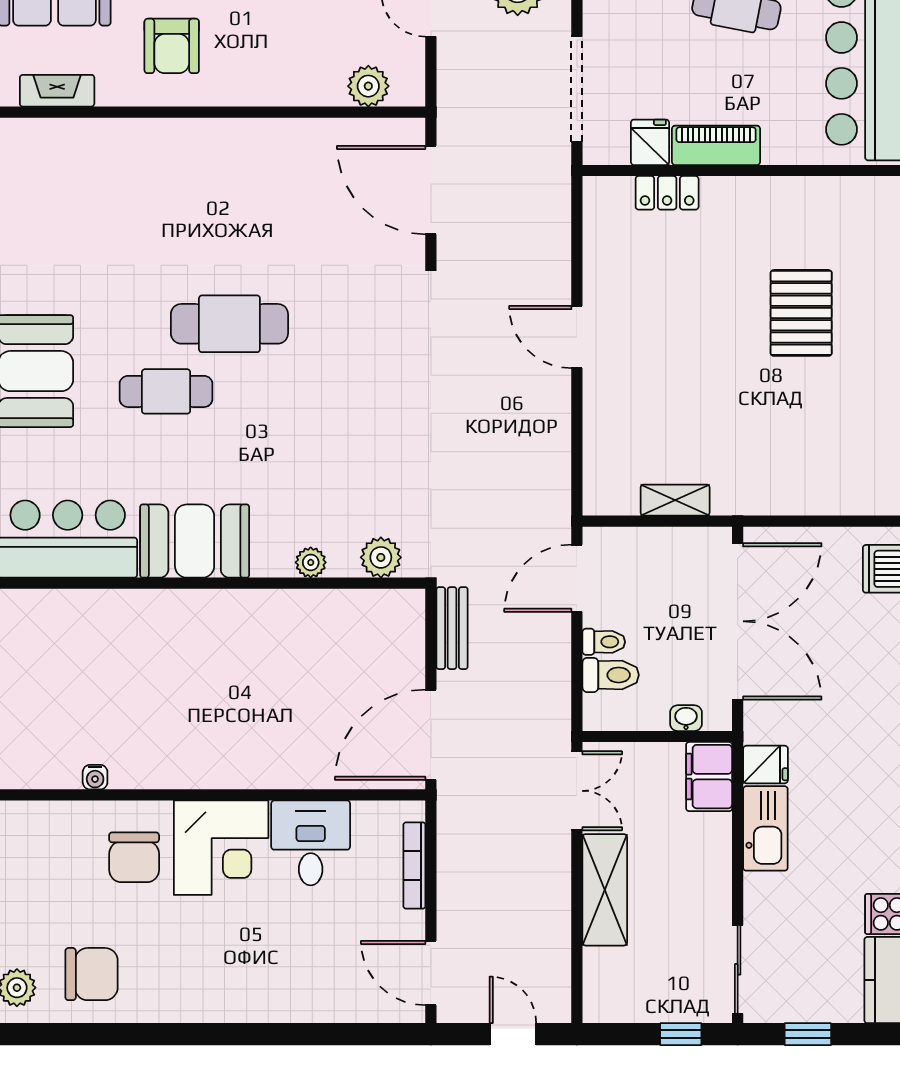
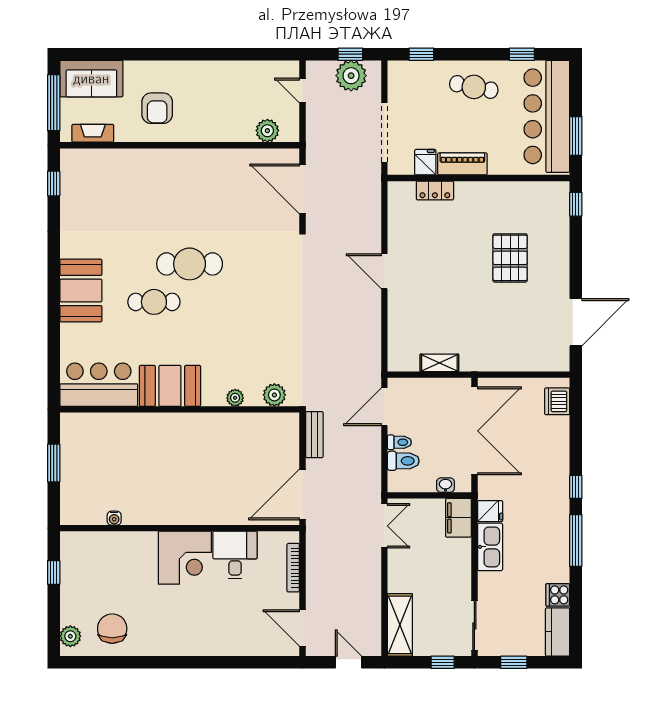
chair: (134, 857) -> (136, 563), removed
shelving: (605, 890) -> (400, 625), moved
chair: (92, 974) -> (112, 629), turned -90

